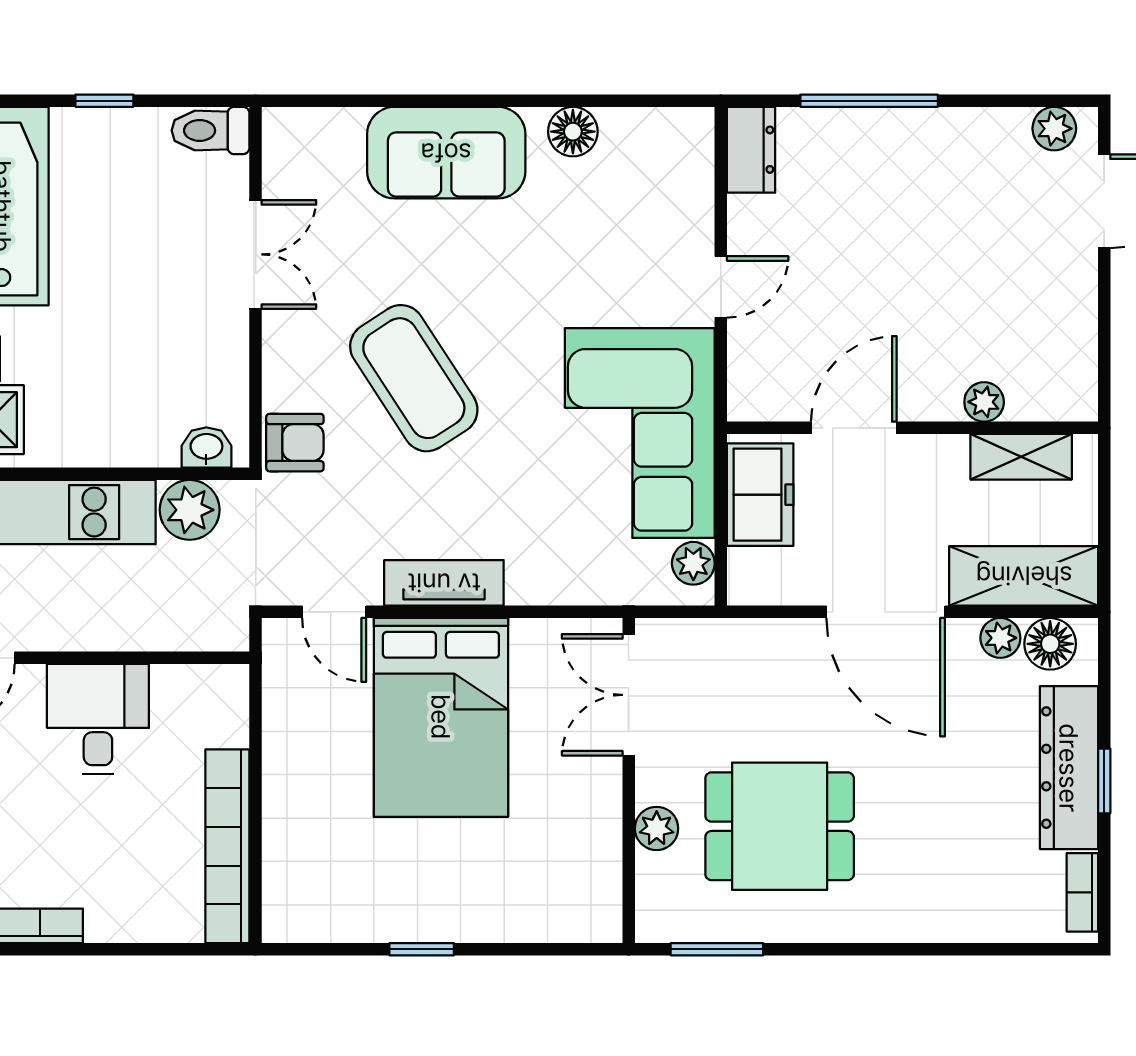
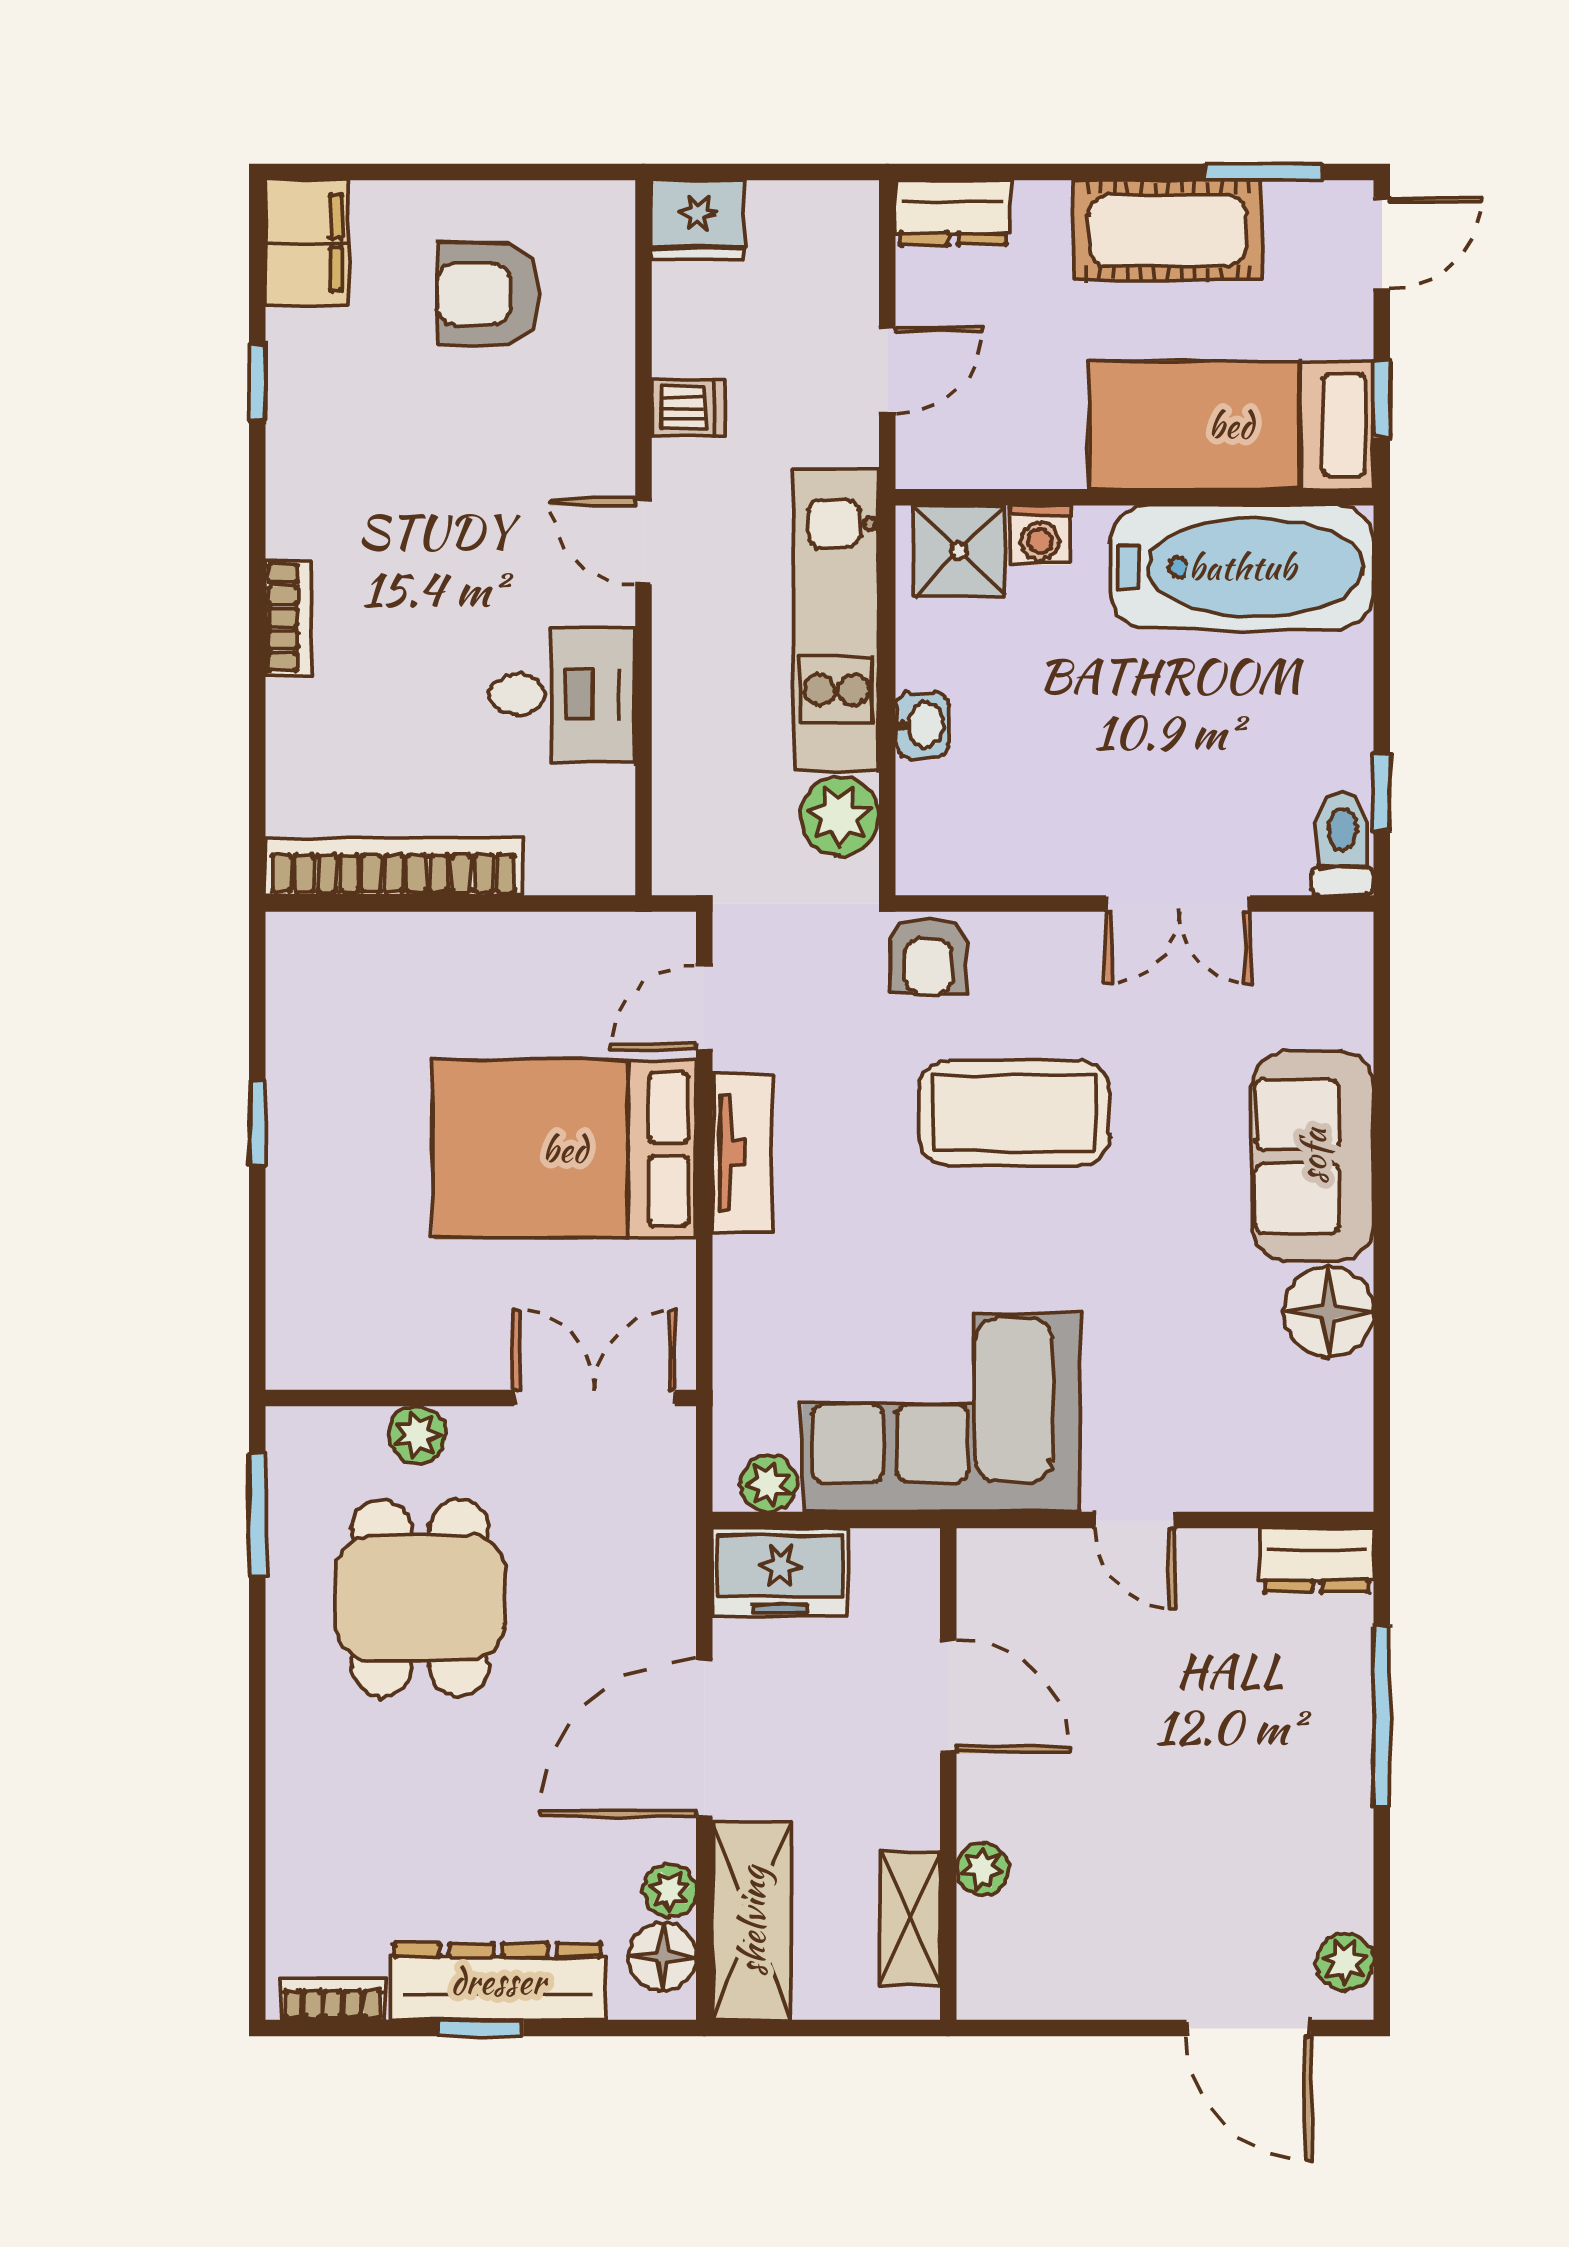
window: (104, 101) -> (1382, 792), moved
floor lamp: (573, 132) -> (1328, 1312), width x1.38, depth x1.38
coffee table: (414, 378) -> (1014, 1113), turned 33
washbasin: (206, 448) -> (922, 725), moved
freezer: (760, 495) -> (780, 1572), moved

